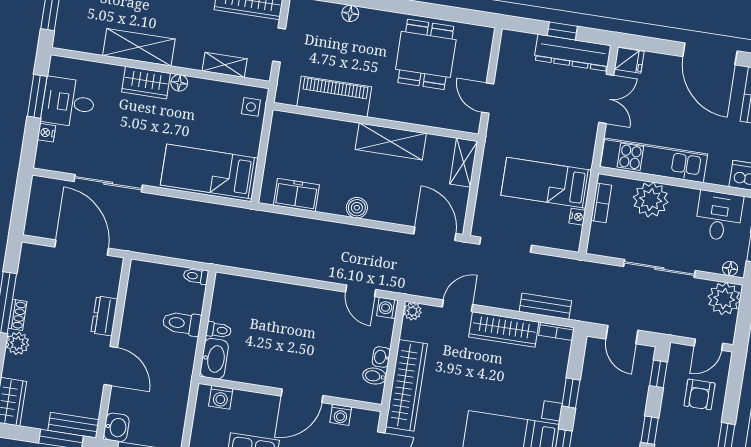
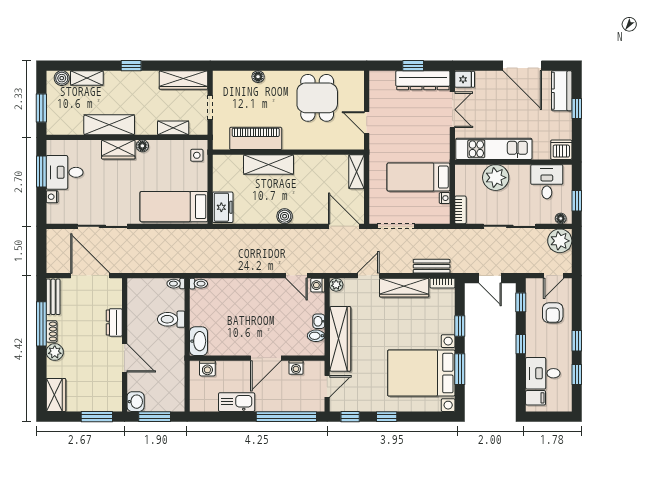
shelving: (391, 141) -> (269, 165), moved
freezer: (296, 195) -> (223, 207), moved, turned 90
bookcase: (601, 203) -> (460, 210), moved
toilet: (219, 330) -> (198, 284), moved
bench: (73, 425) -> (53, 297), moved, turned 90

